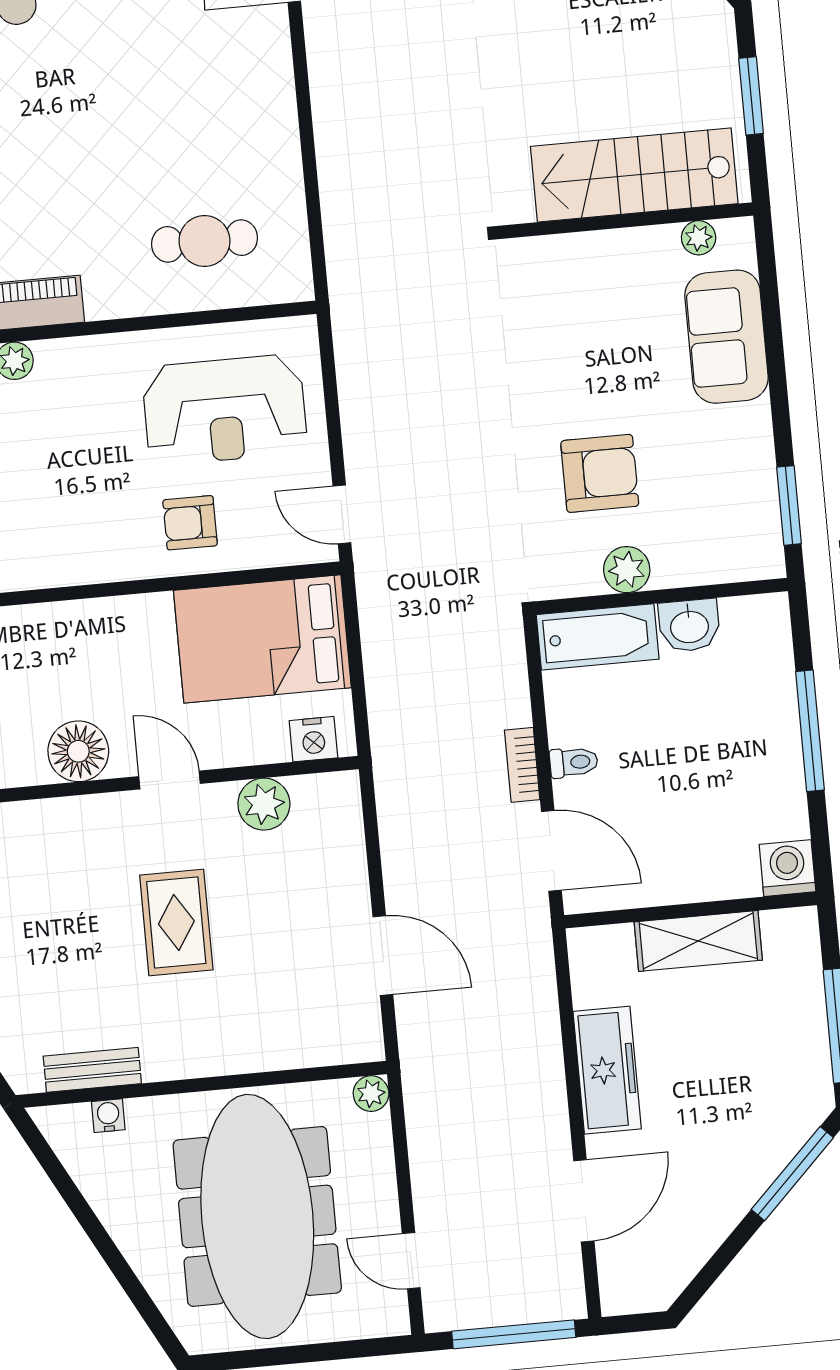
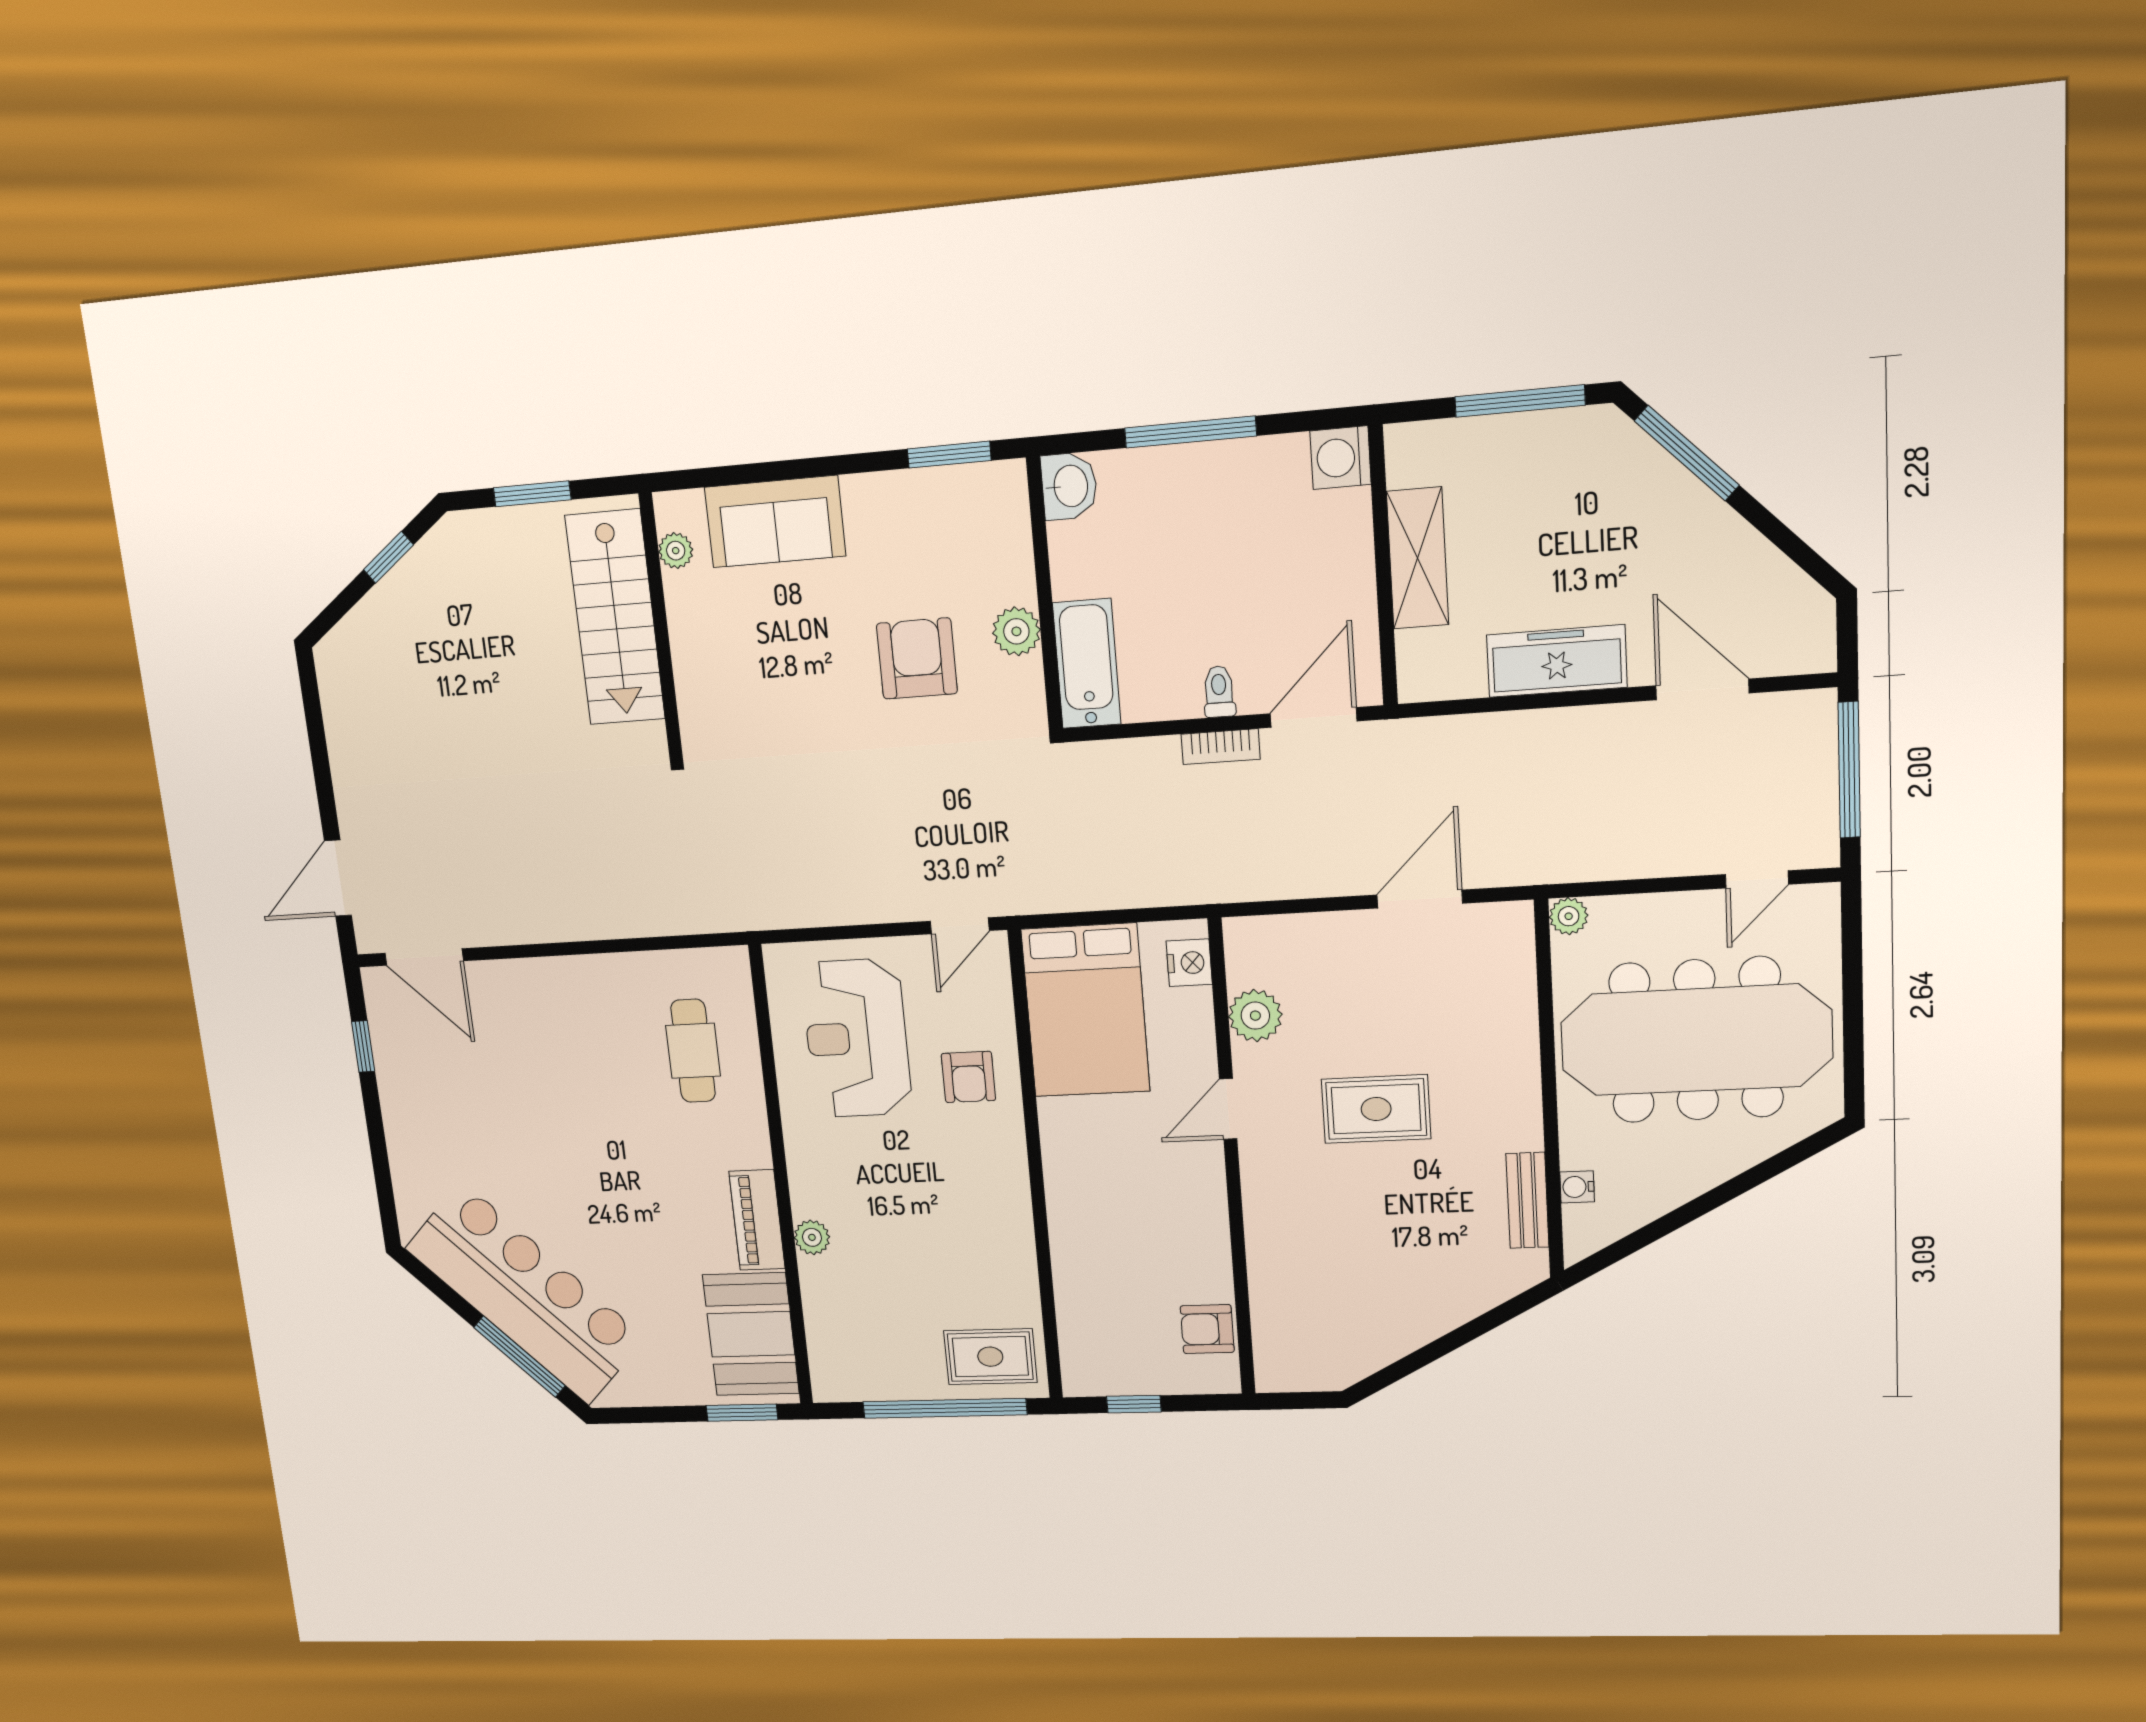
reception desk: (225, 410) -> (857, 1038), turned 180
washbasin: (689, 626) -> (1069, 486), moved
floor lamp: (78, 751) -> (1197, 1197), removed

